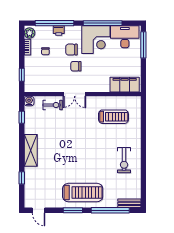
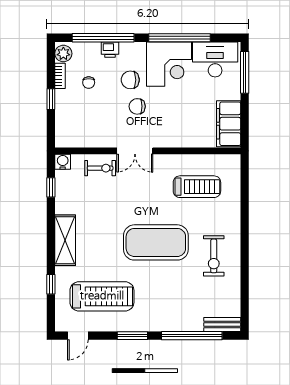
window: (22, 75) -> (51, 99), moved
filing cabinet: (125, 85) -> (229, 124), moved, turned -90
exercise mat: (88, 152) -> (156, 242), added
treadmill: (83, 193) -> (102, 296), moved
door: (39, 210) -> (78, 336), hinge flipped

